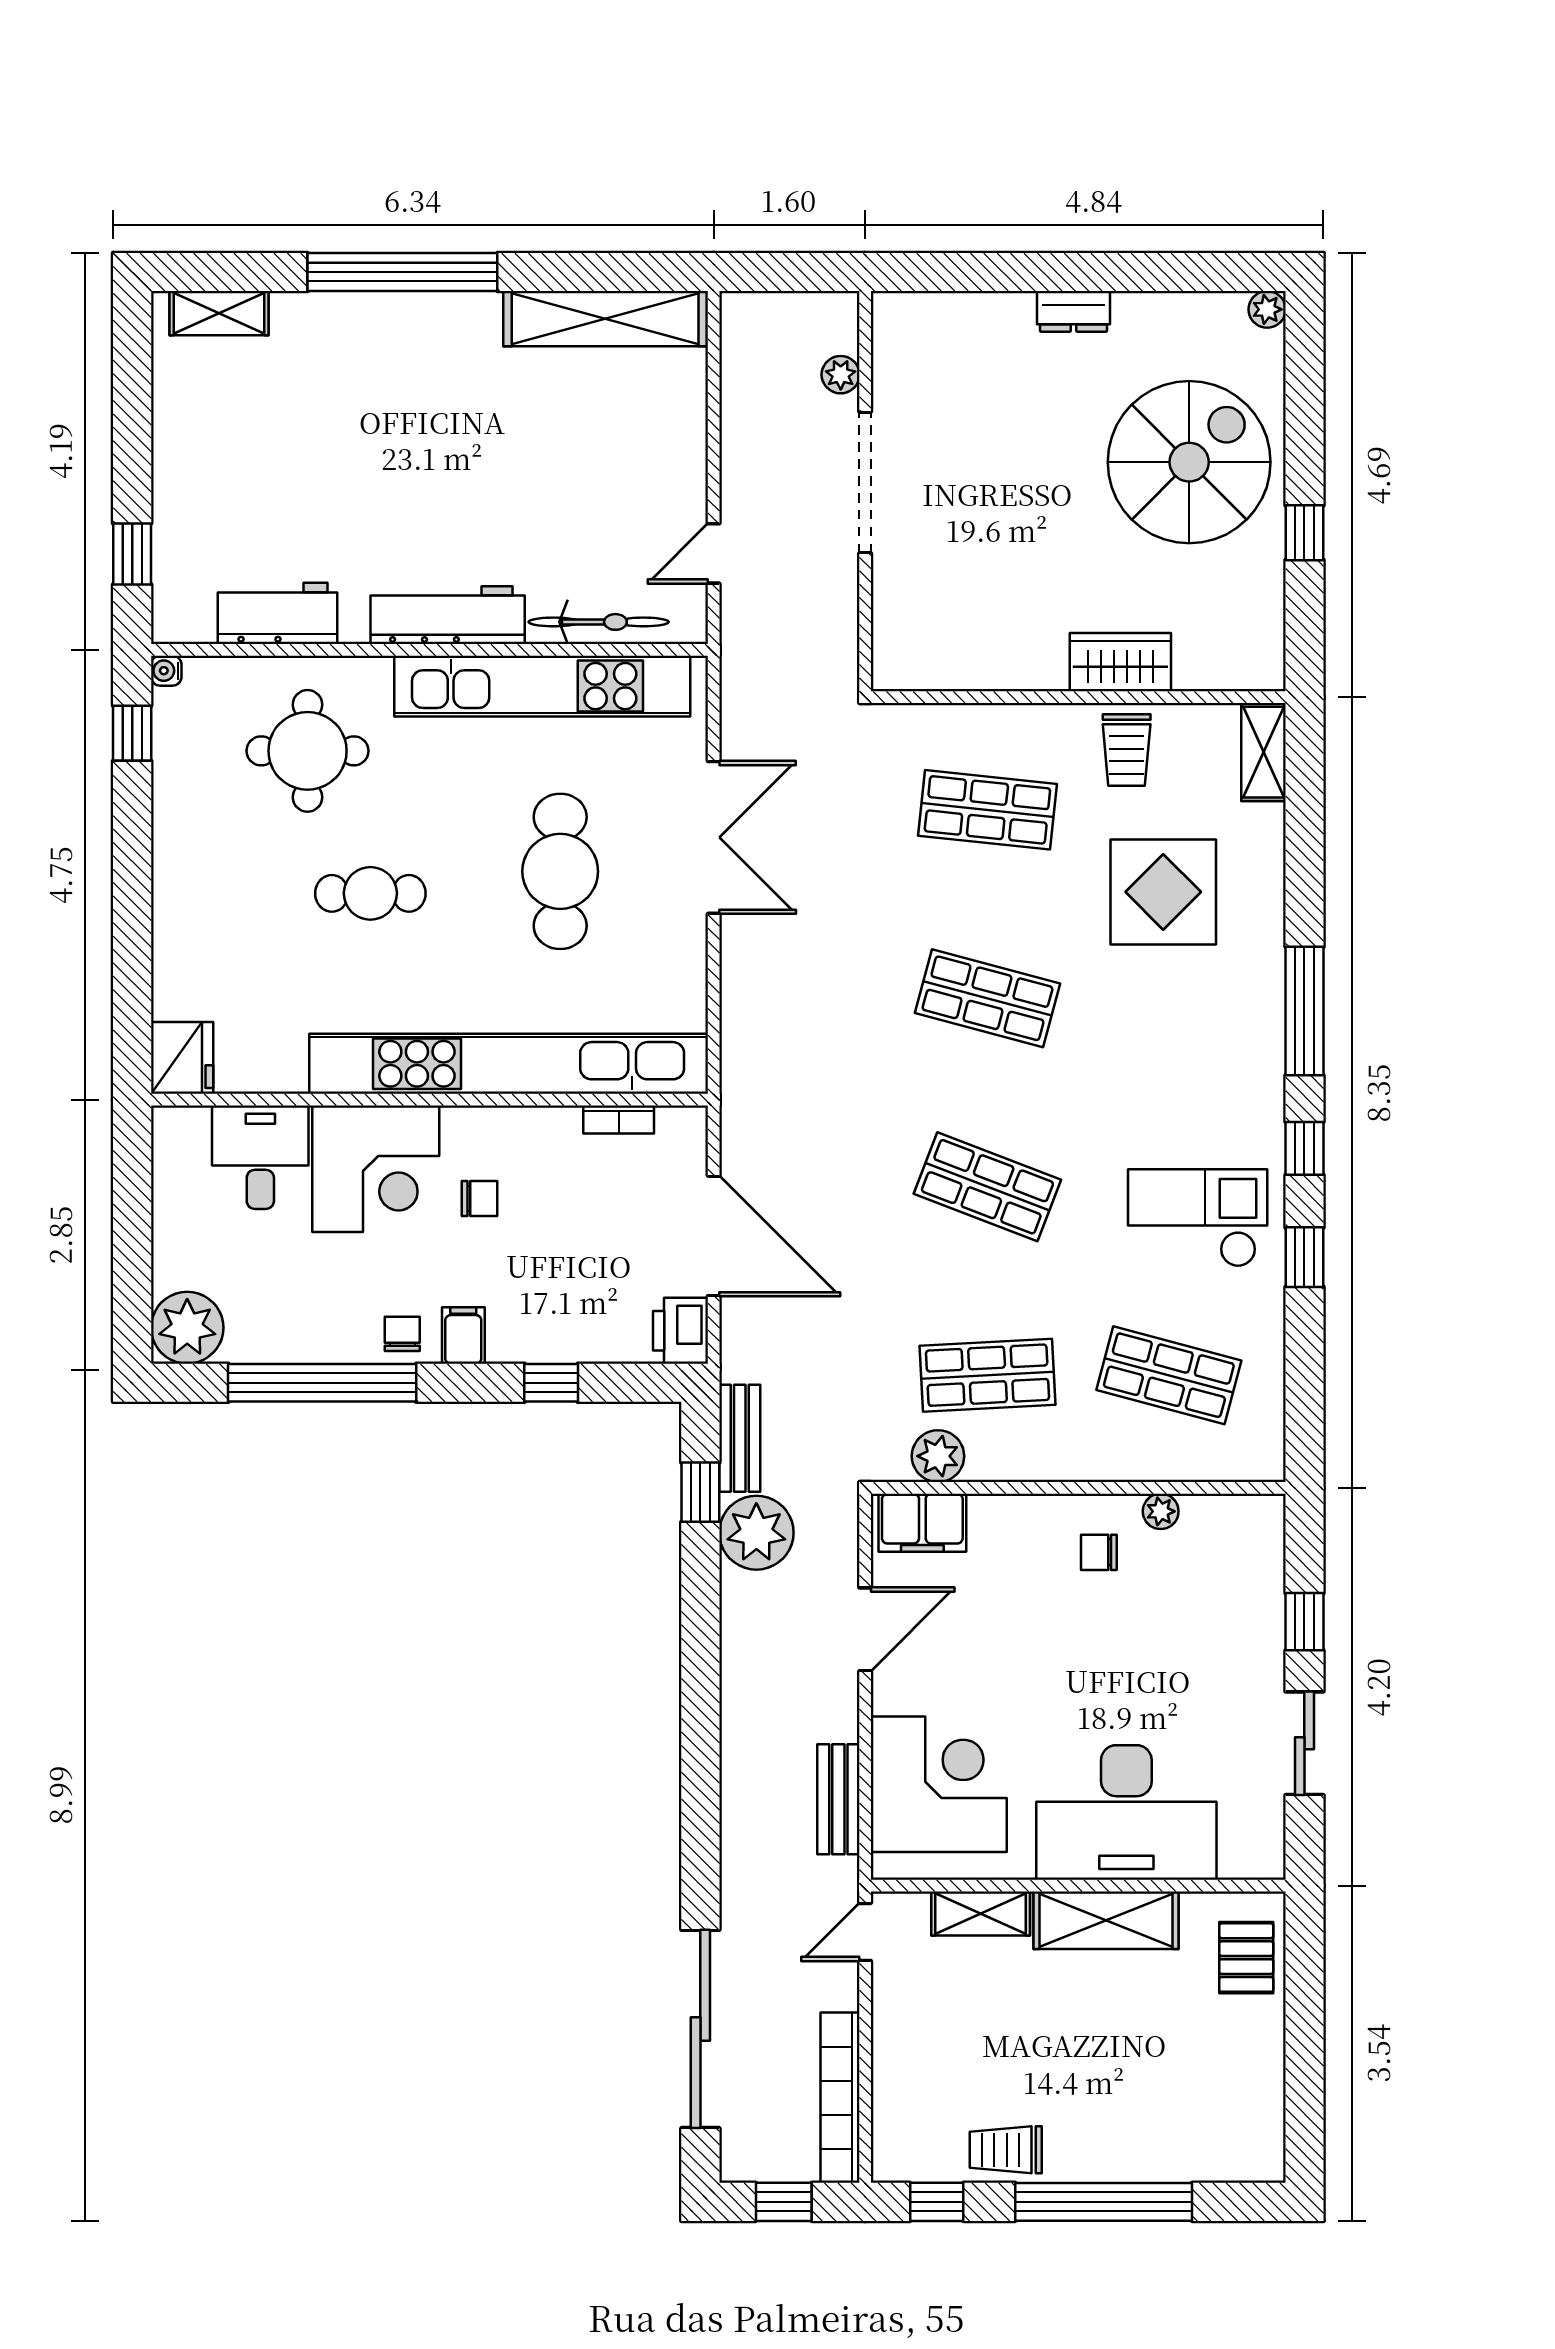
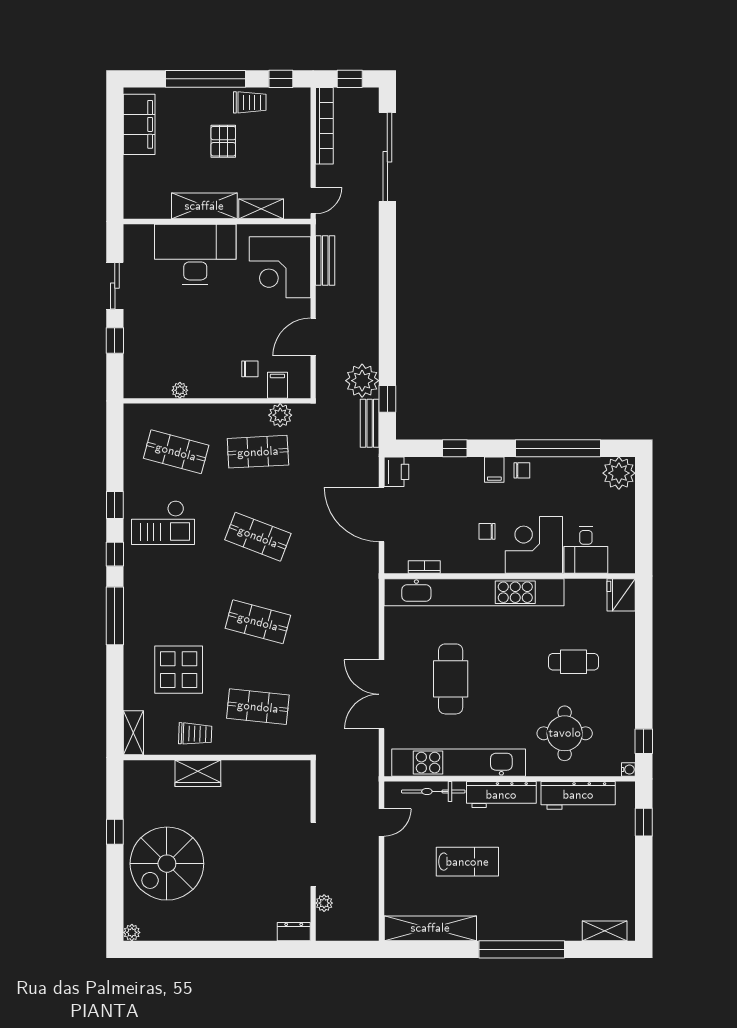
dresser: (1074, 311) -> (294, 932), moved
lab bench: (523, 466) -> (467, 862), added
workbench: (277, 613) -> (578, 795), width x1.38
trolley: (1127, 750) -> (195, 734), turned 92
cafe table: (370, 893) -> (573, 662), moved
chair: (402, 1334) -> (522, 470), turned -90
filing cabinet: (922, 1523) -> (277, 385), width x0.50
chair: (1099, 1552) -> (250, 369), moved
pallet: (1246, 1958) -> (223, 141), moved
filing cabinet: (1251, 2101) -> (139, 124), added

